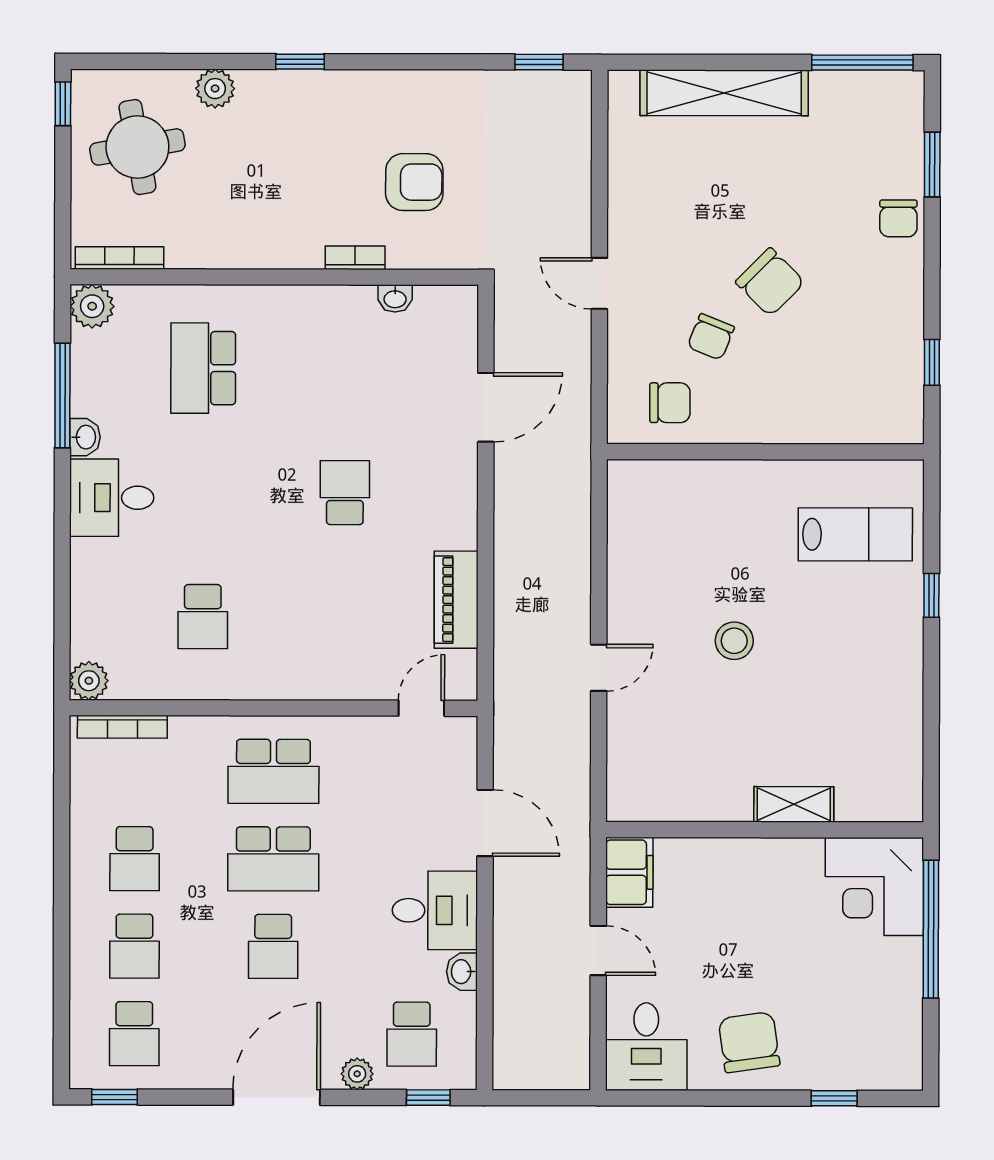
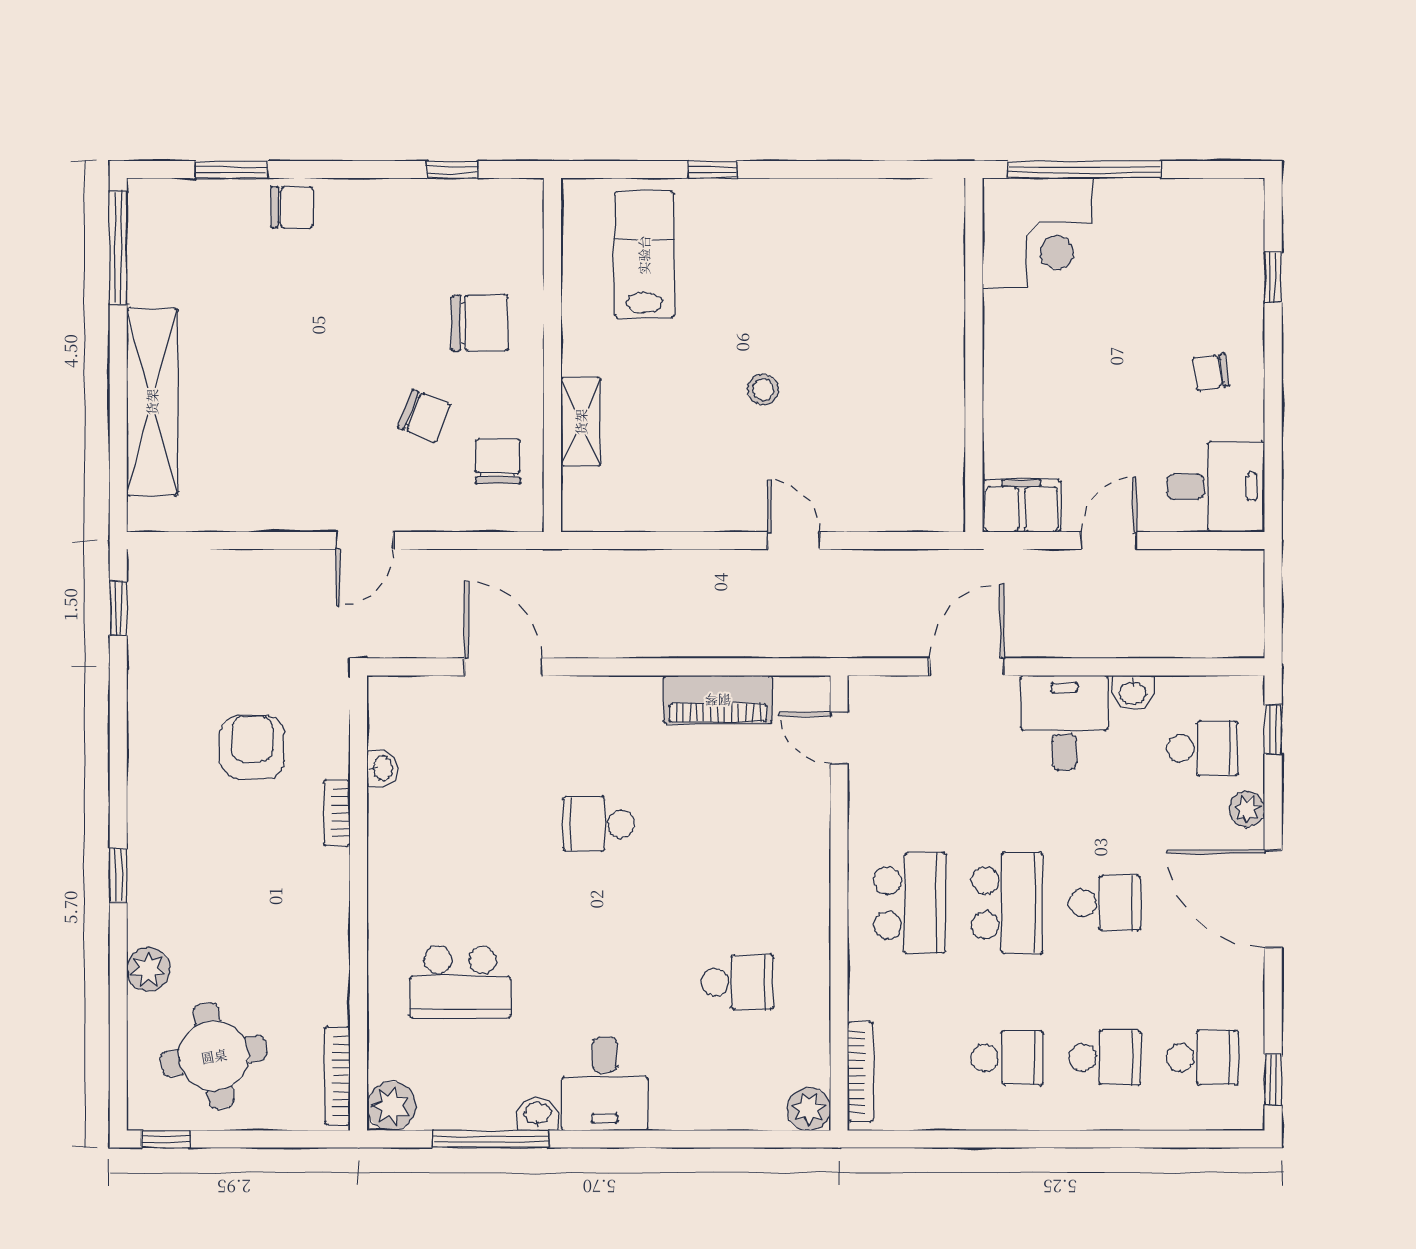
chair: (770, 282) -> (480, 323), moved, turned 45
stool: (734, 641) -> (763, 389), width x0.73, depth x0.73
shelving: (794, 804) -> (581, 422), moved
chair: (749, 1042) -> (1211, 372), width x0.54, depth x0.54

